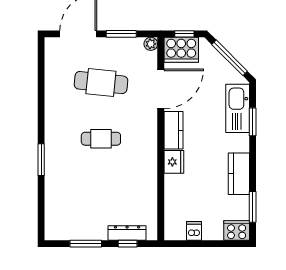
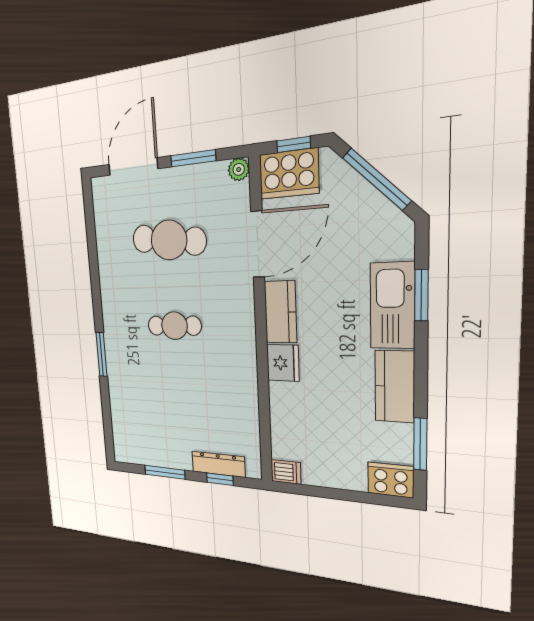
kitchen sink: (238, 108) -> (392, 306), moved
dishwasher: (194, 231) -> (286, 472), moved, turned 90

